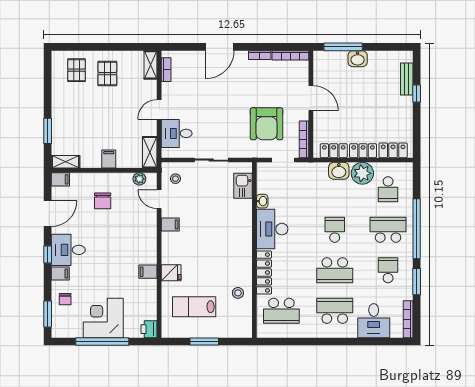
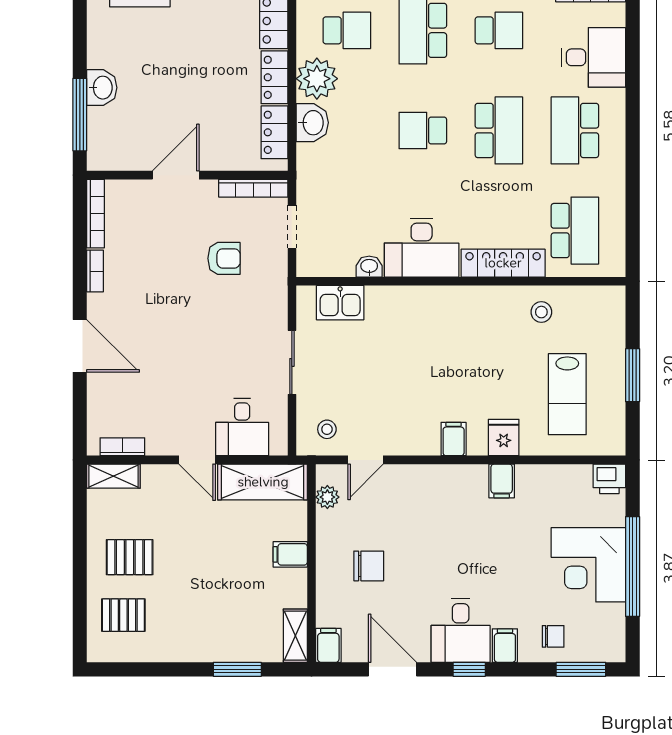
armchair: (267, 124) -> (224, 258), width x0.53, depth x0.53
shelving: (150, 152) -> (263, 482), width x1.50, depth x1.33
filing cabinet: (170, 225) -> (454, 439), moved
school desk: (388, 270) -> (499, 30), turned 180

